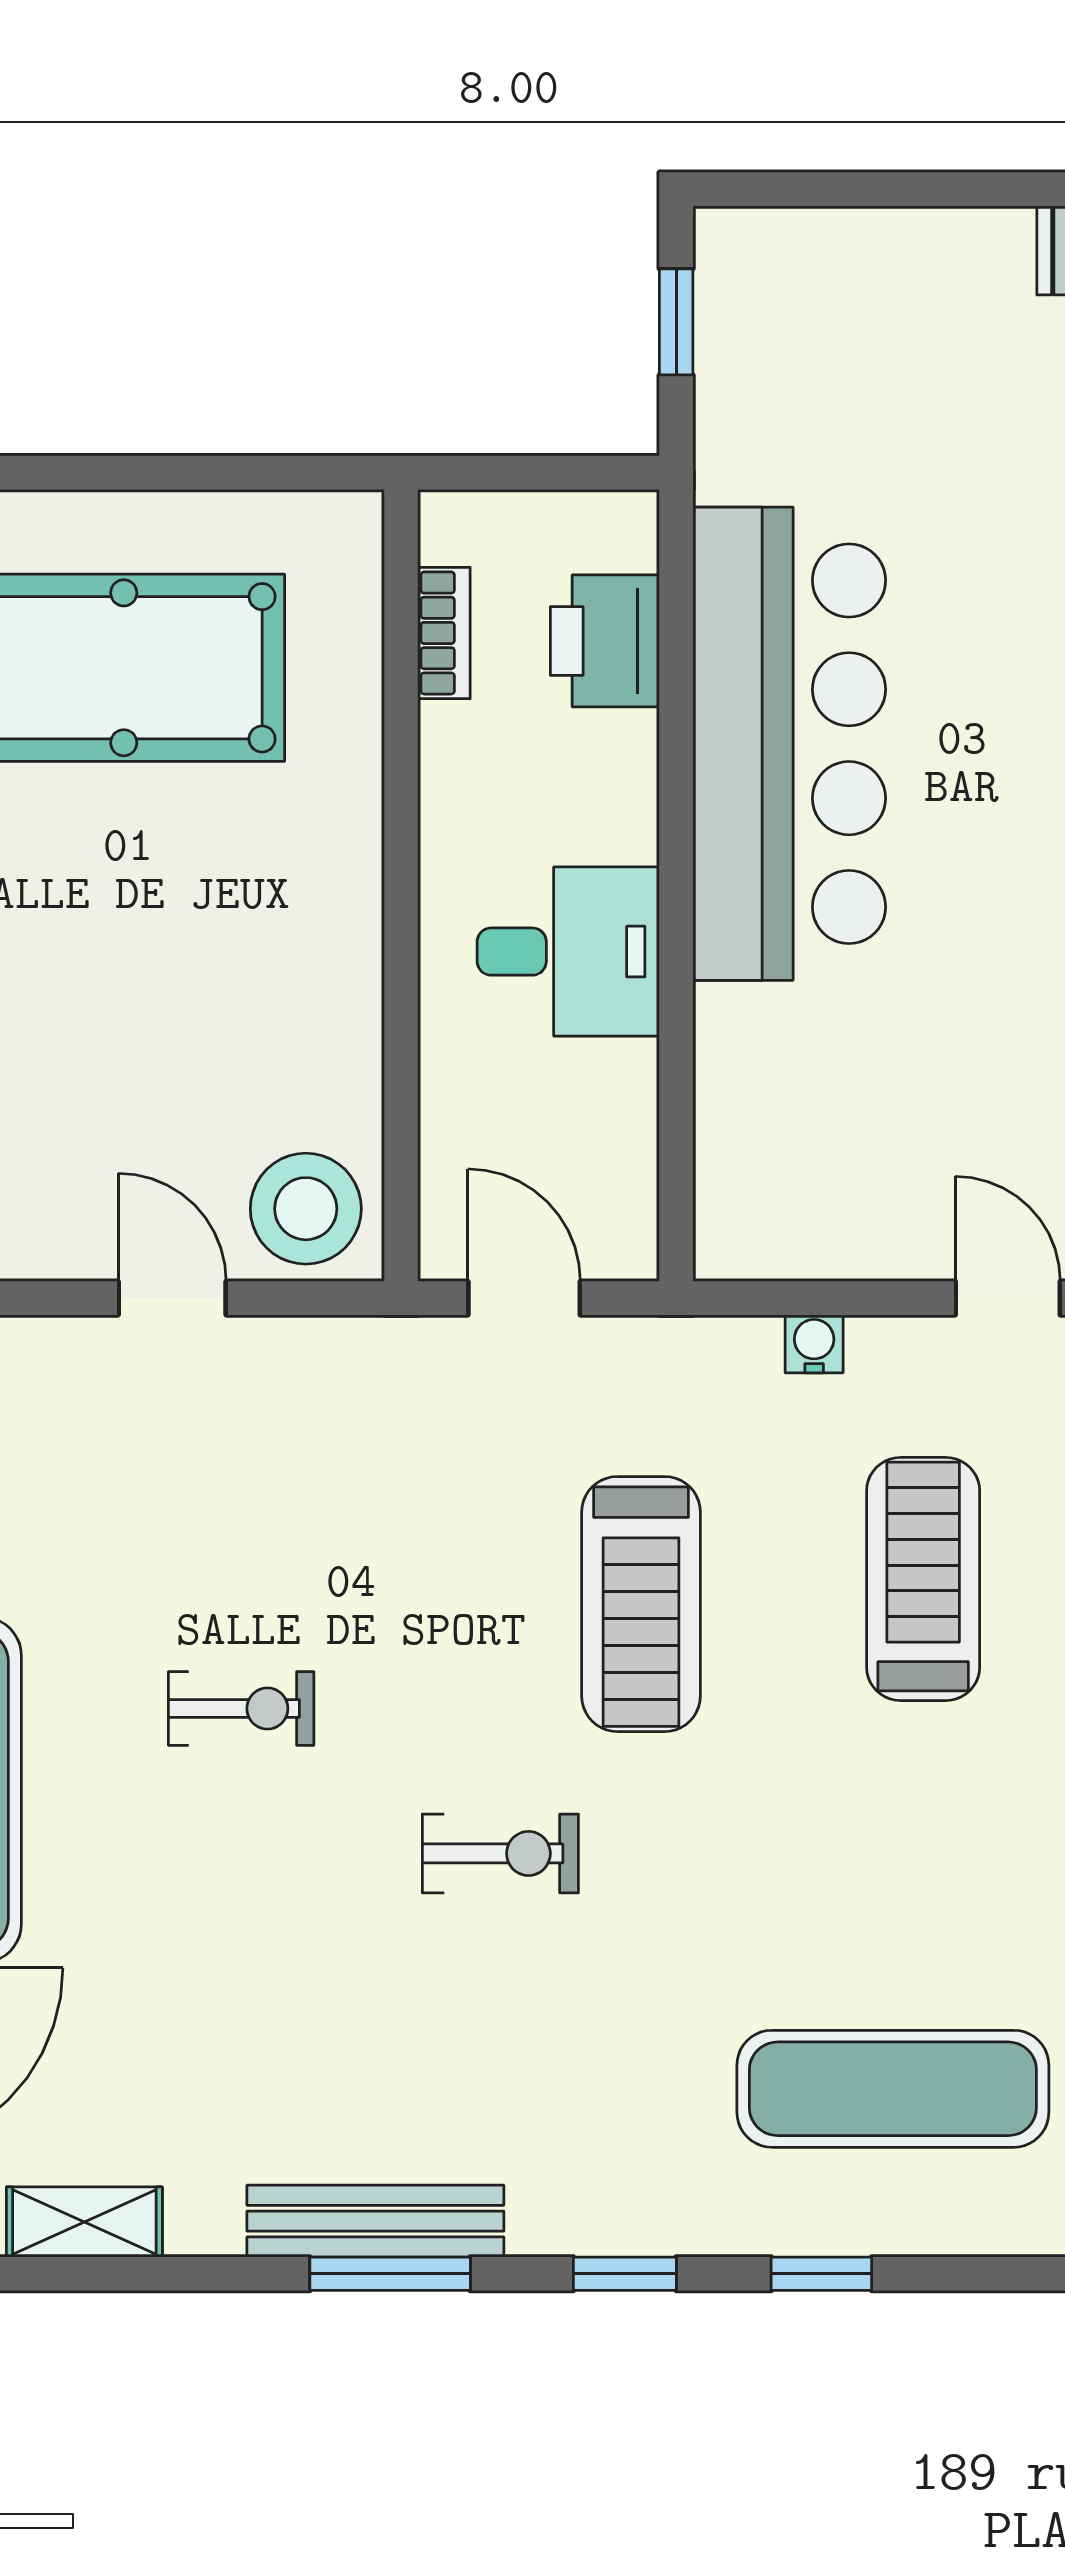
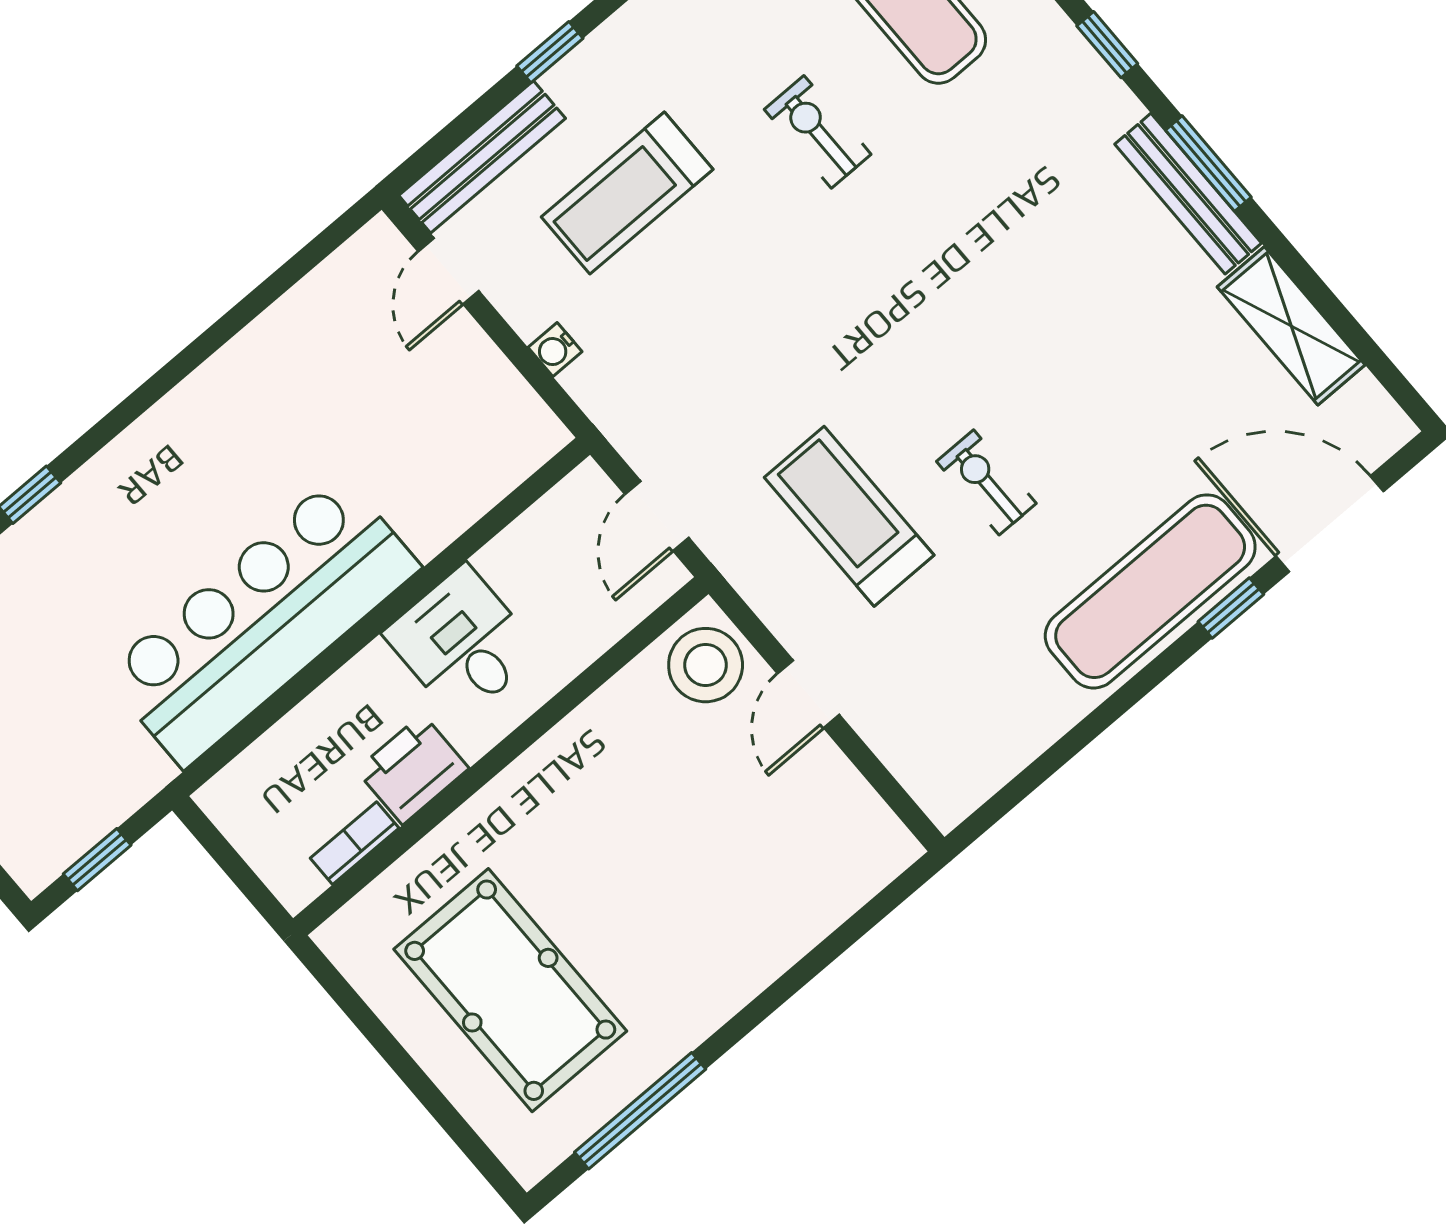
printer: (605, 641) -> (412, 769), moved, turned 180
treadmill: (641, 1604) -> (849, 516), moved, turned -90
exercise bike: (500, 1853) -> (818, 132), moved
shelving: (84, 2222) -> (1291, 326), width x1.50, depth x1.33

